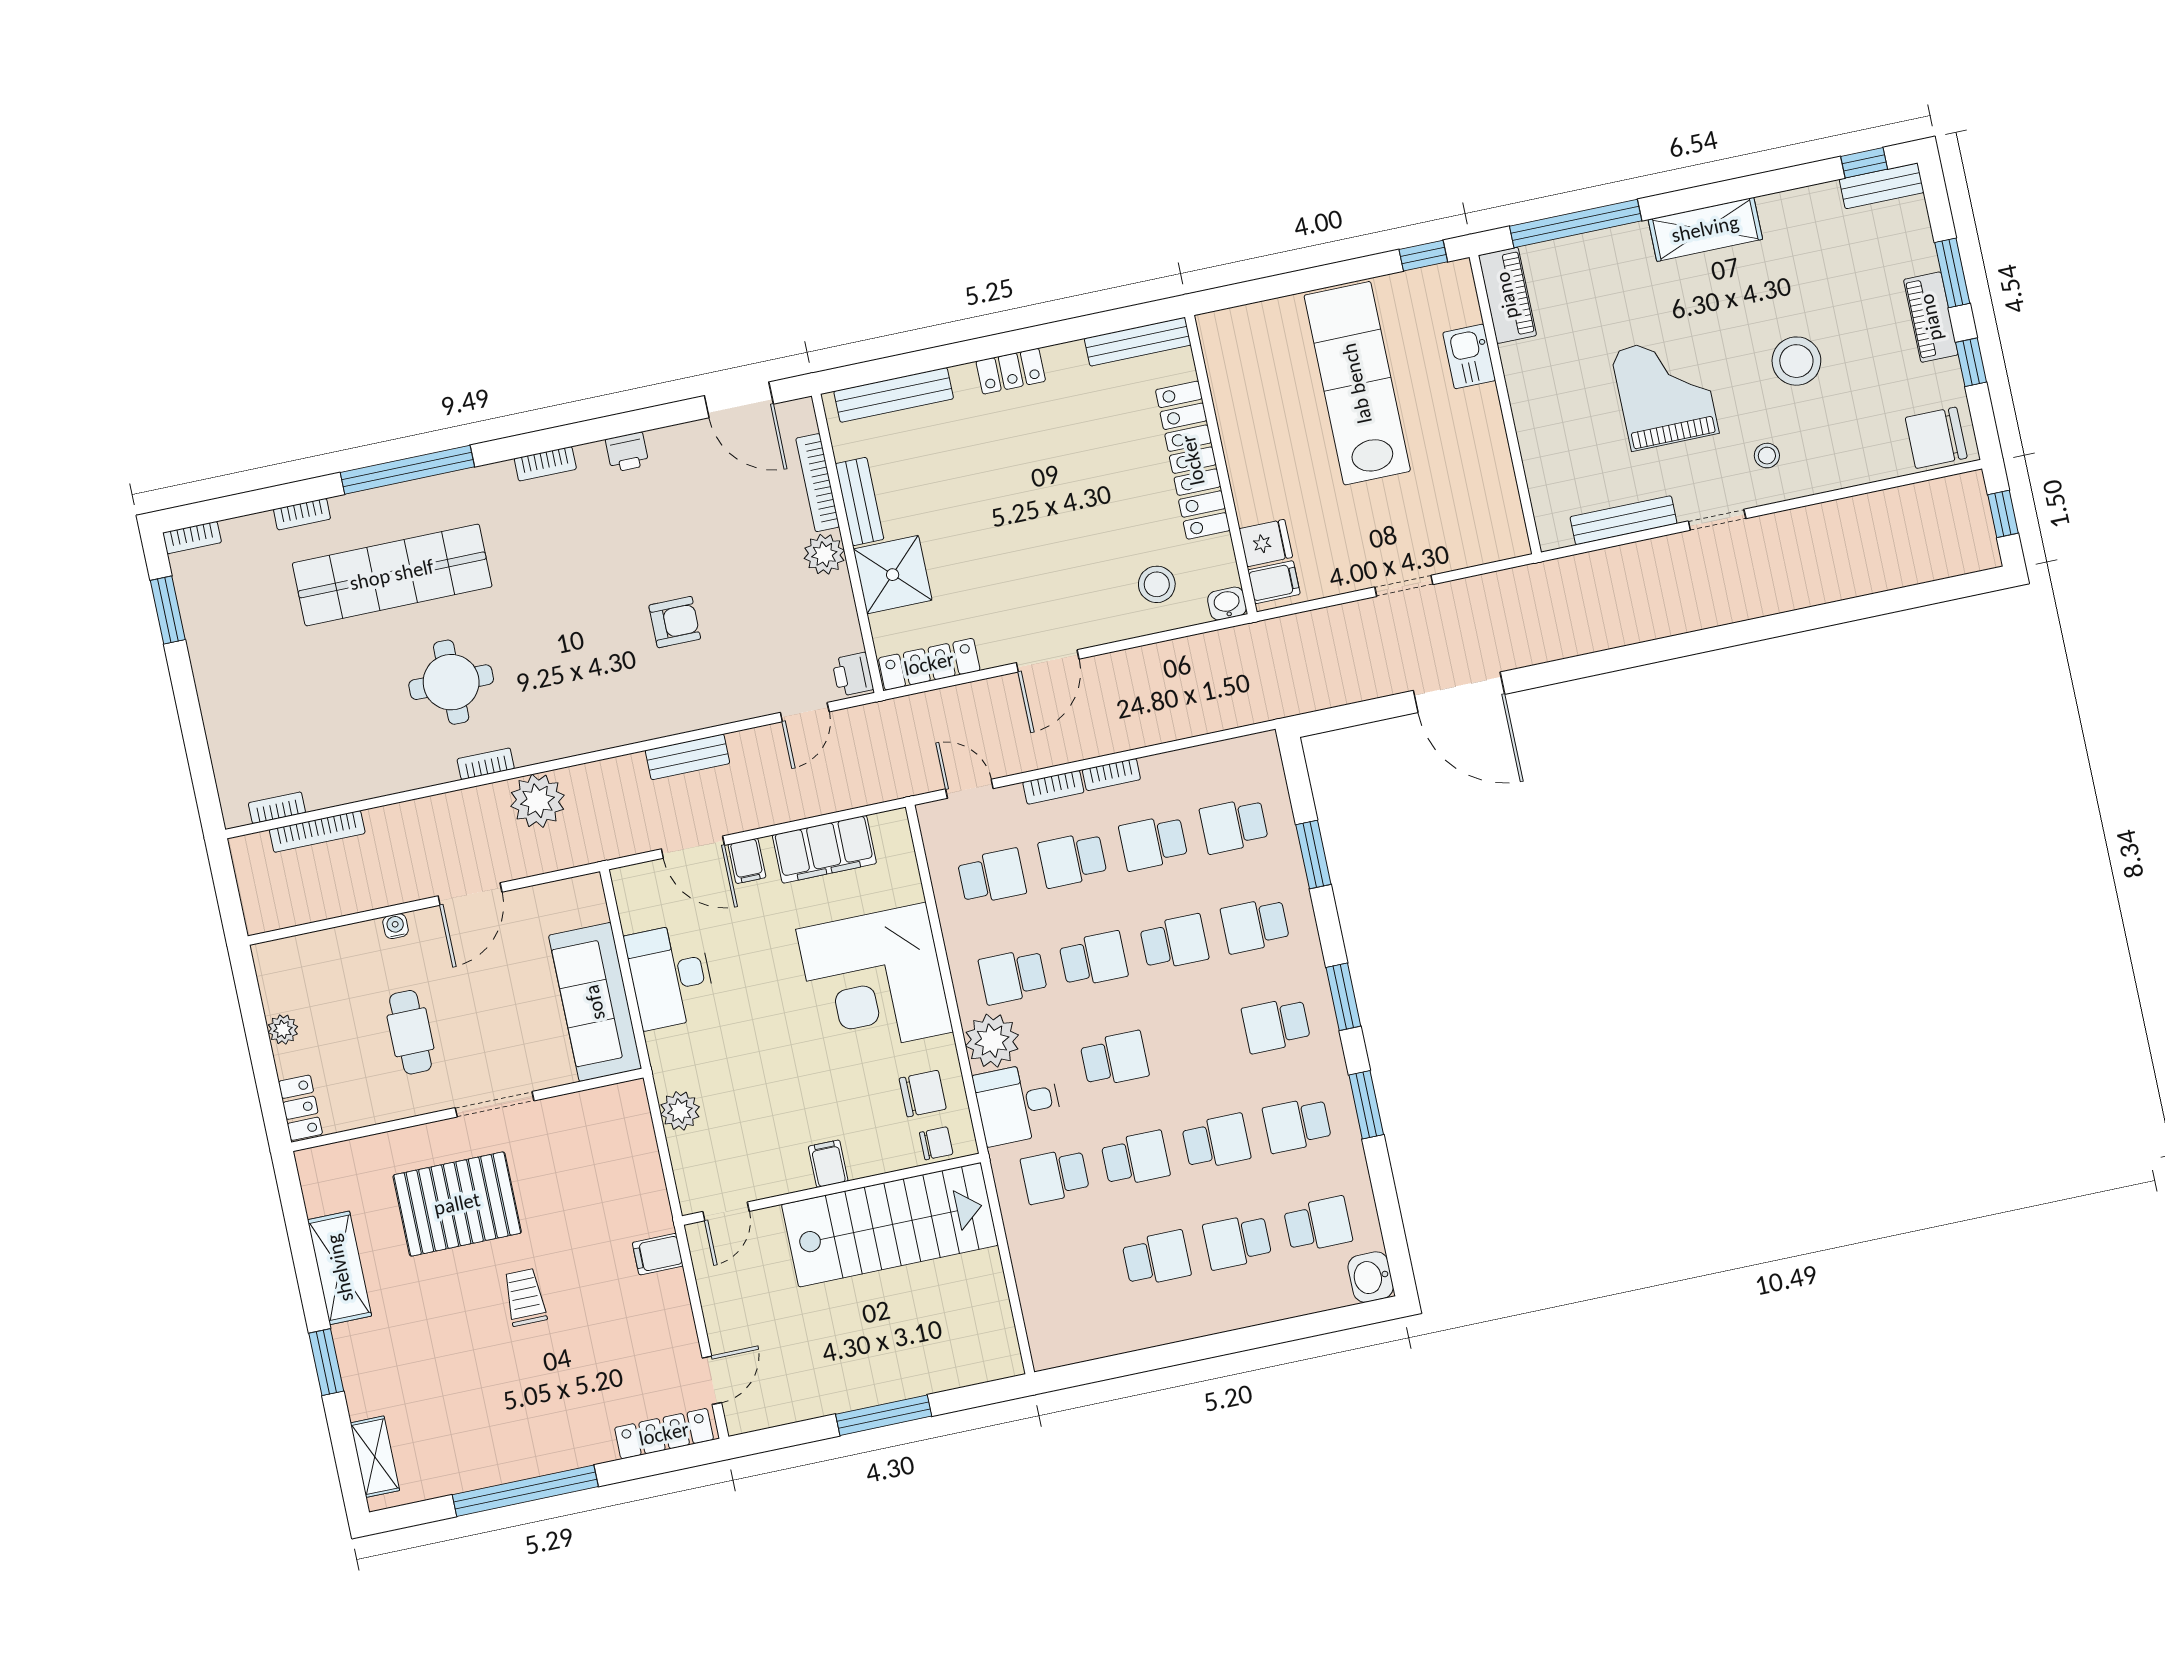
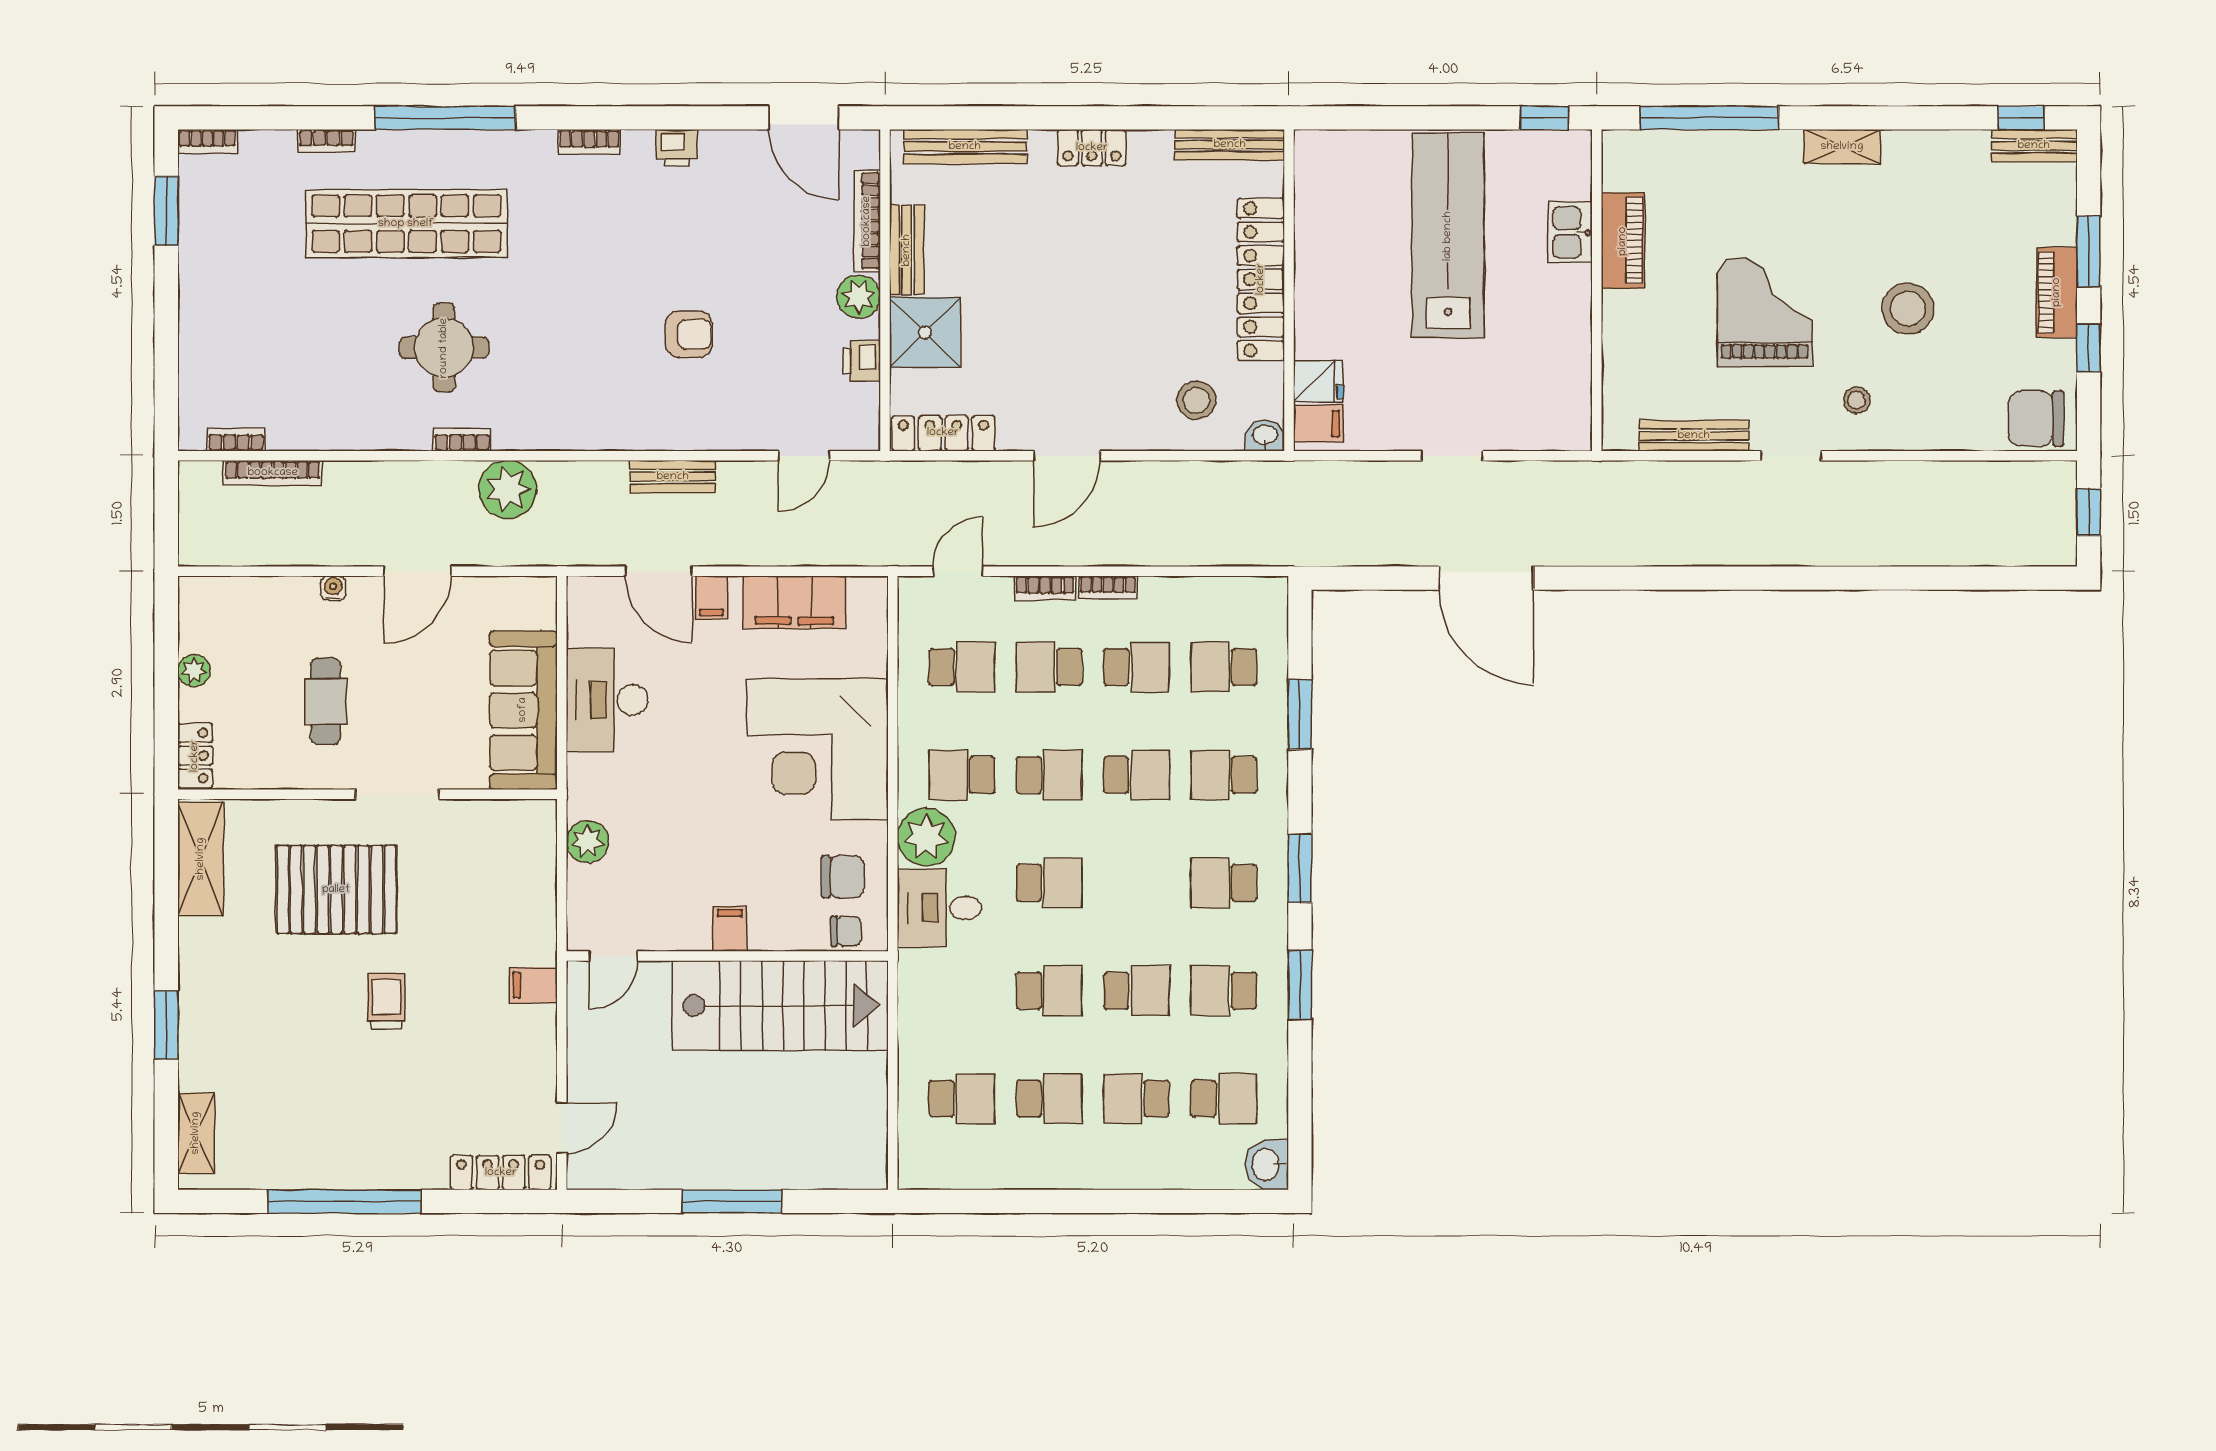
shelving: (1705, 229) -> (1842, 147), width x0.67, depth x0.75
piano: (1507, 295) -> (1623, 241), moved
printer: (853, 674) -> (862, 361), moved
door: (969, 789) -> (958, 571), hinge flipped
school desk: (1153, 843) -> (1136, 667), turned 180
school desk: (1055, 1176) -> (962, 1099), moved, turned 180
shelving: (340, 1268) -> (201, 859), moved

